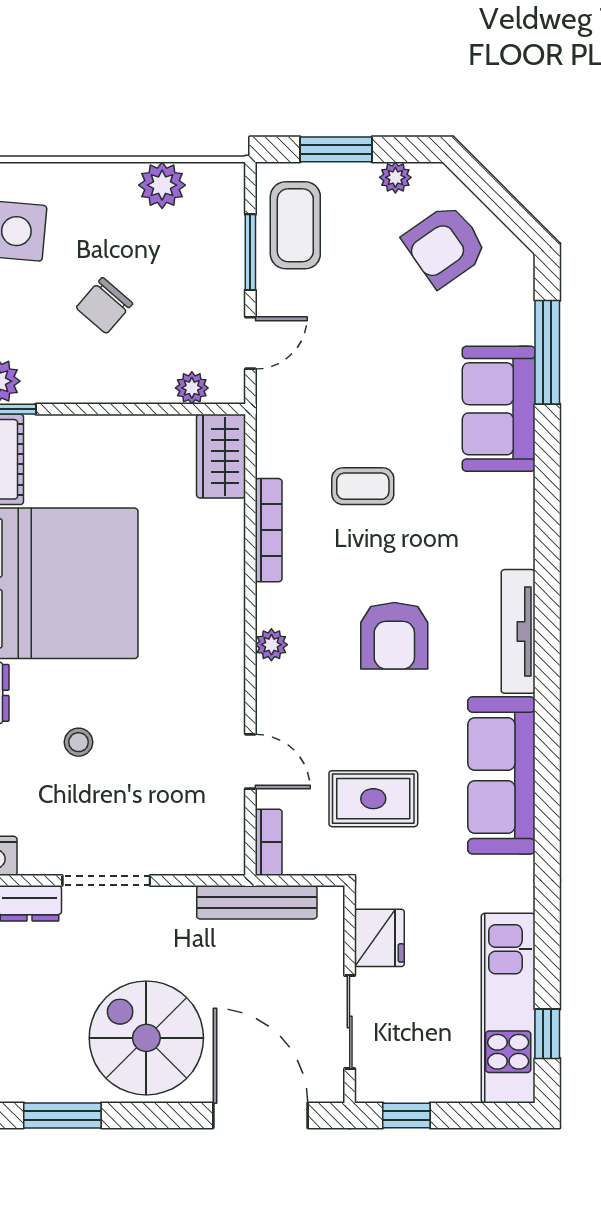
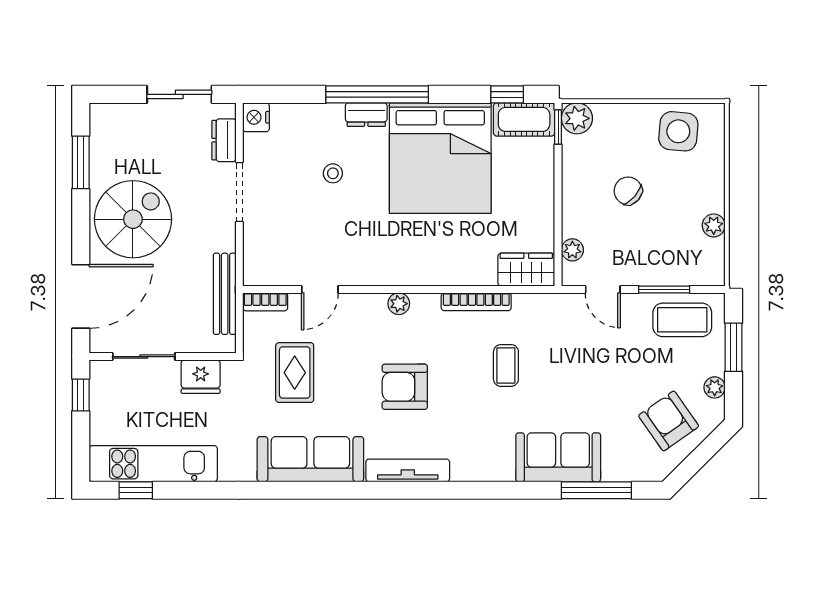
plant: (162, 185) -> (714, 225), width x0.73, depth x0.73

